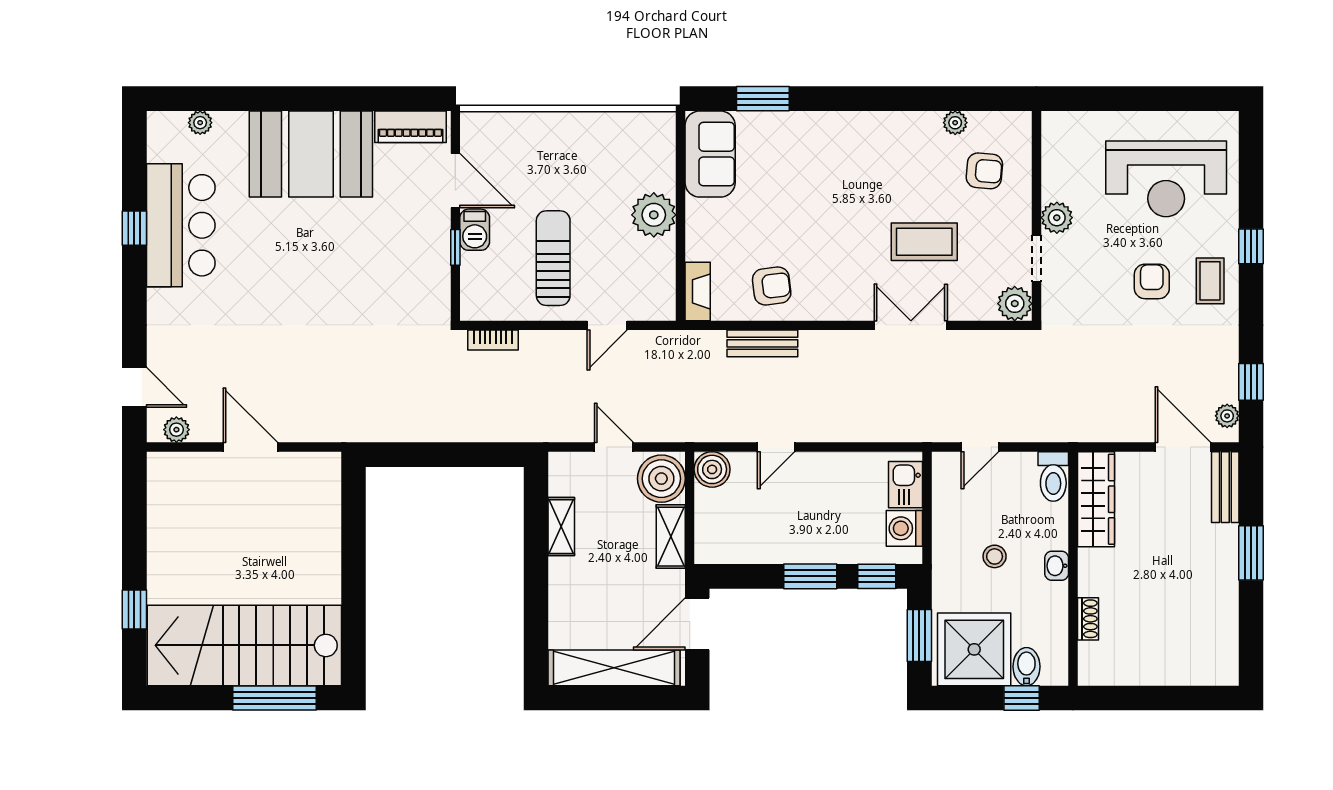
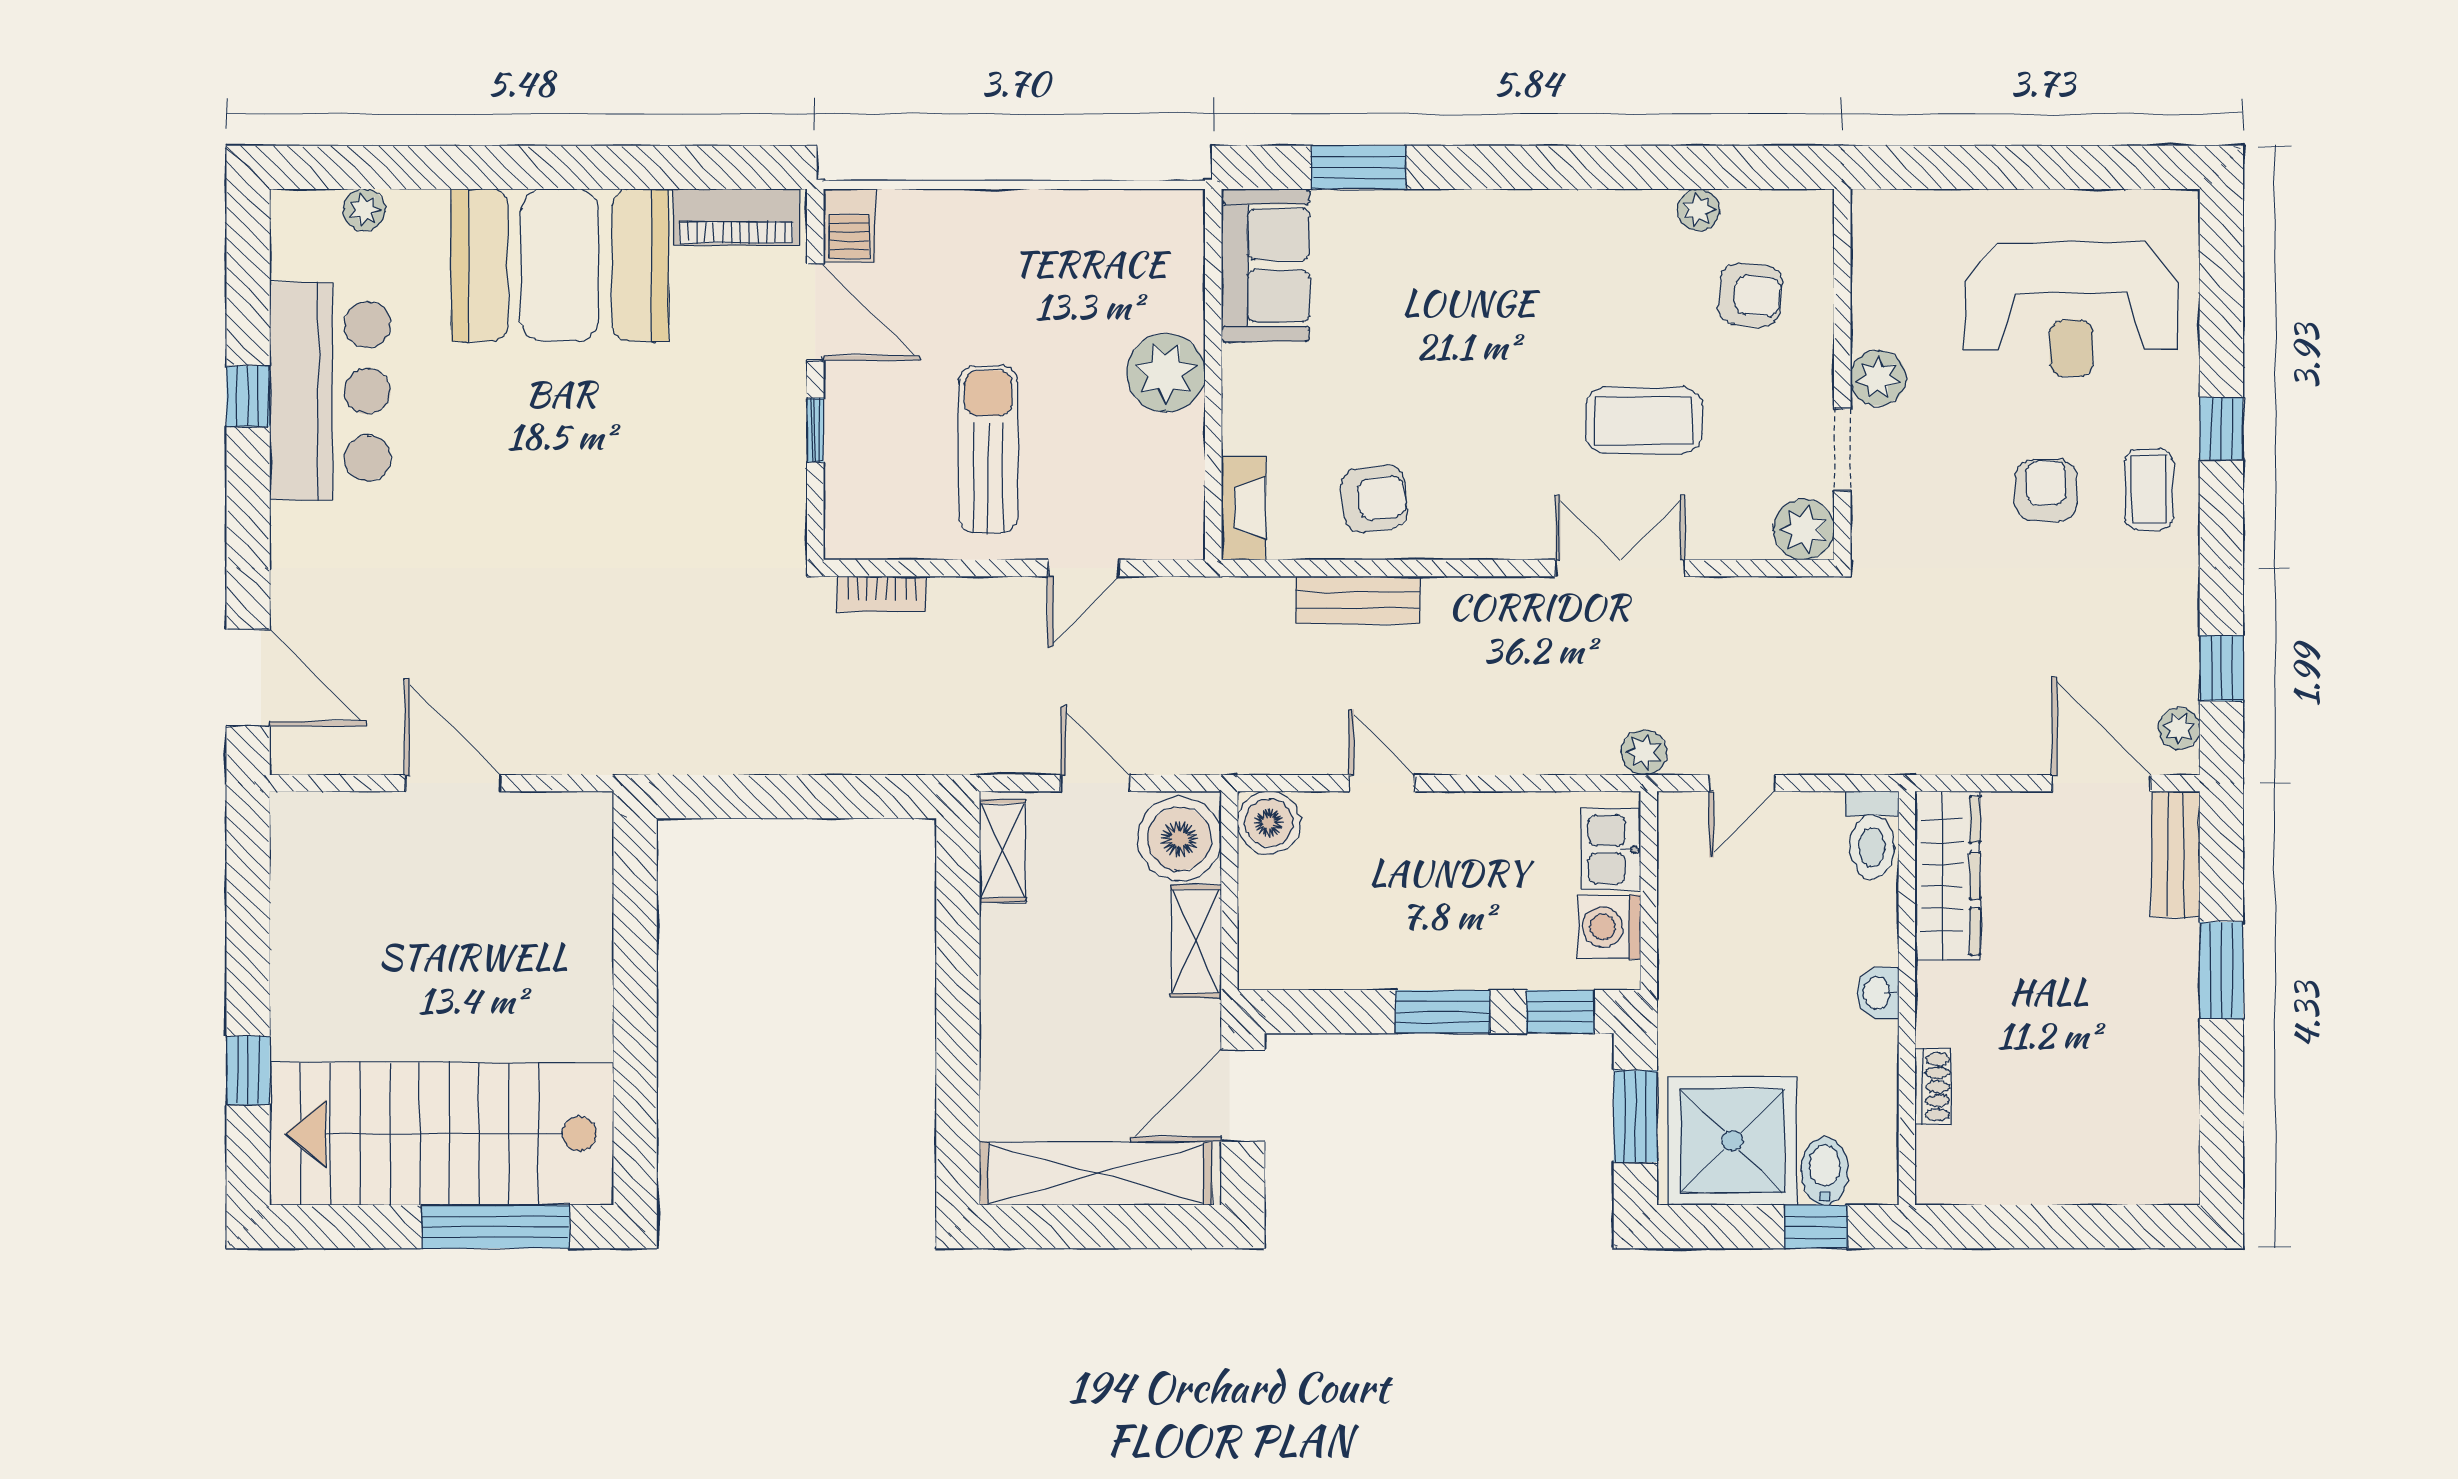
barbecue: (475, 230) -> (849, 226), moved
door: (134, 387) -> (248, 678), width x1.38
plant: (176, 430) -> (1644, 752), moved
door: (776, 447) -> (1382, 783), swing flipped
shelving: (561, 527) -> (1002, 851), moved
stool: (995, 556) -> (1768, 976), removed

